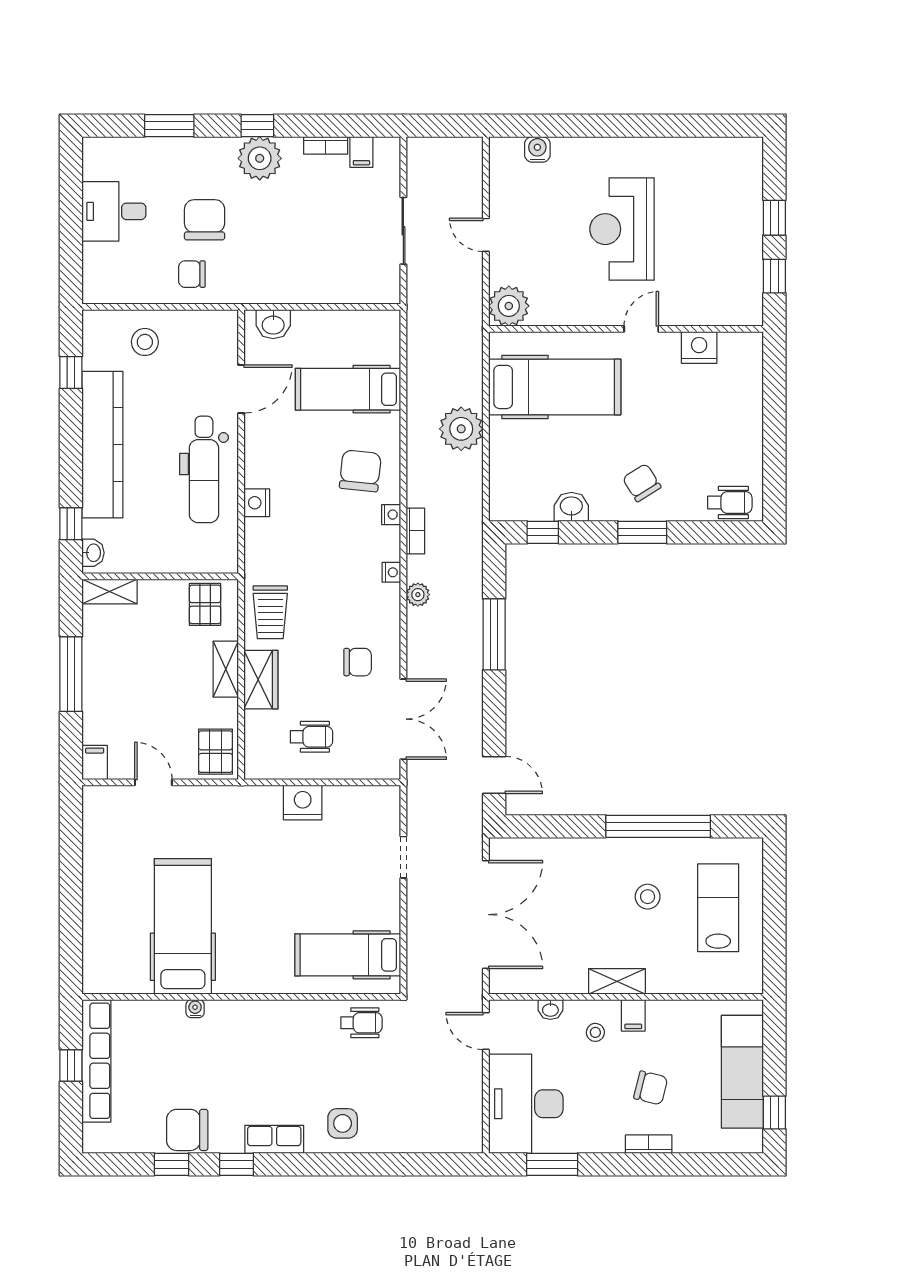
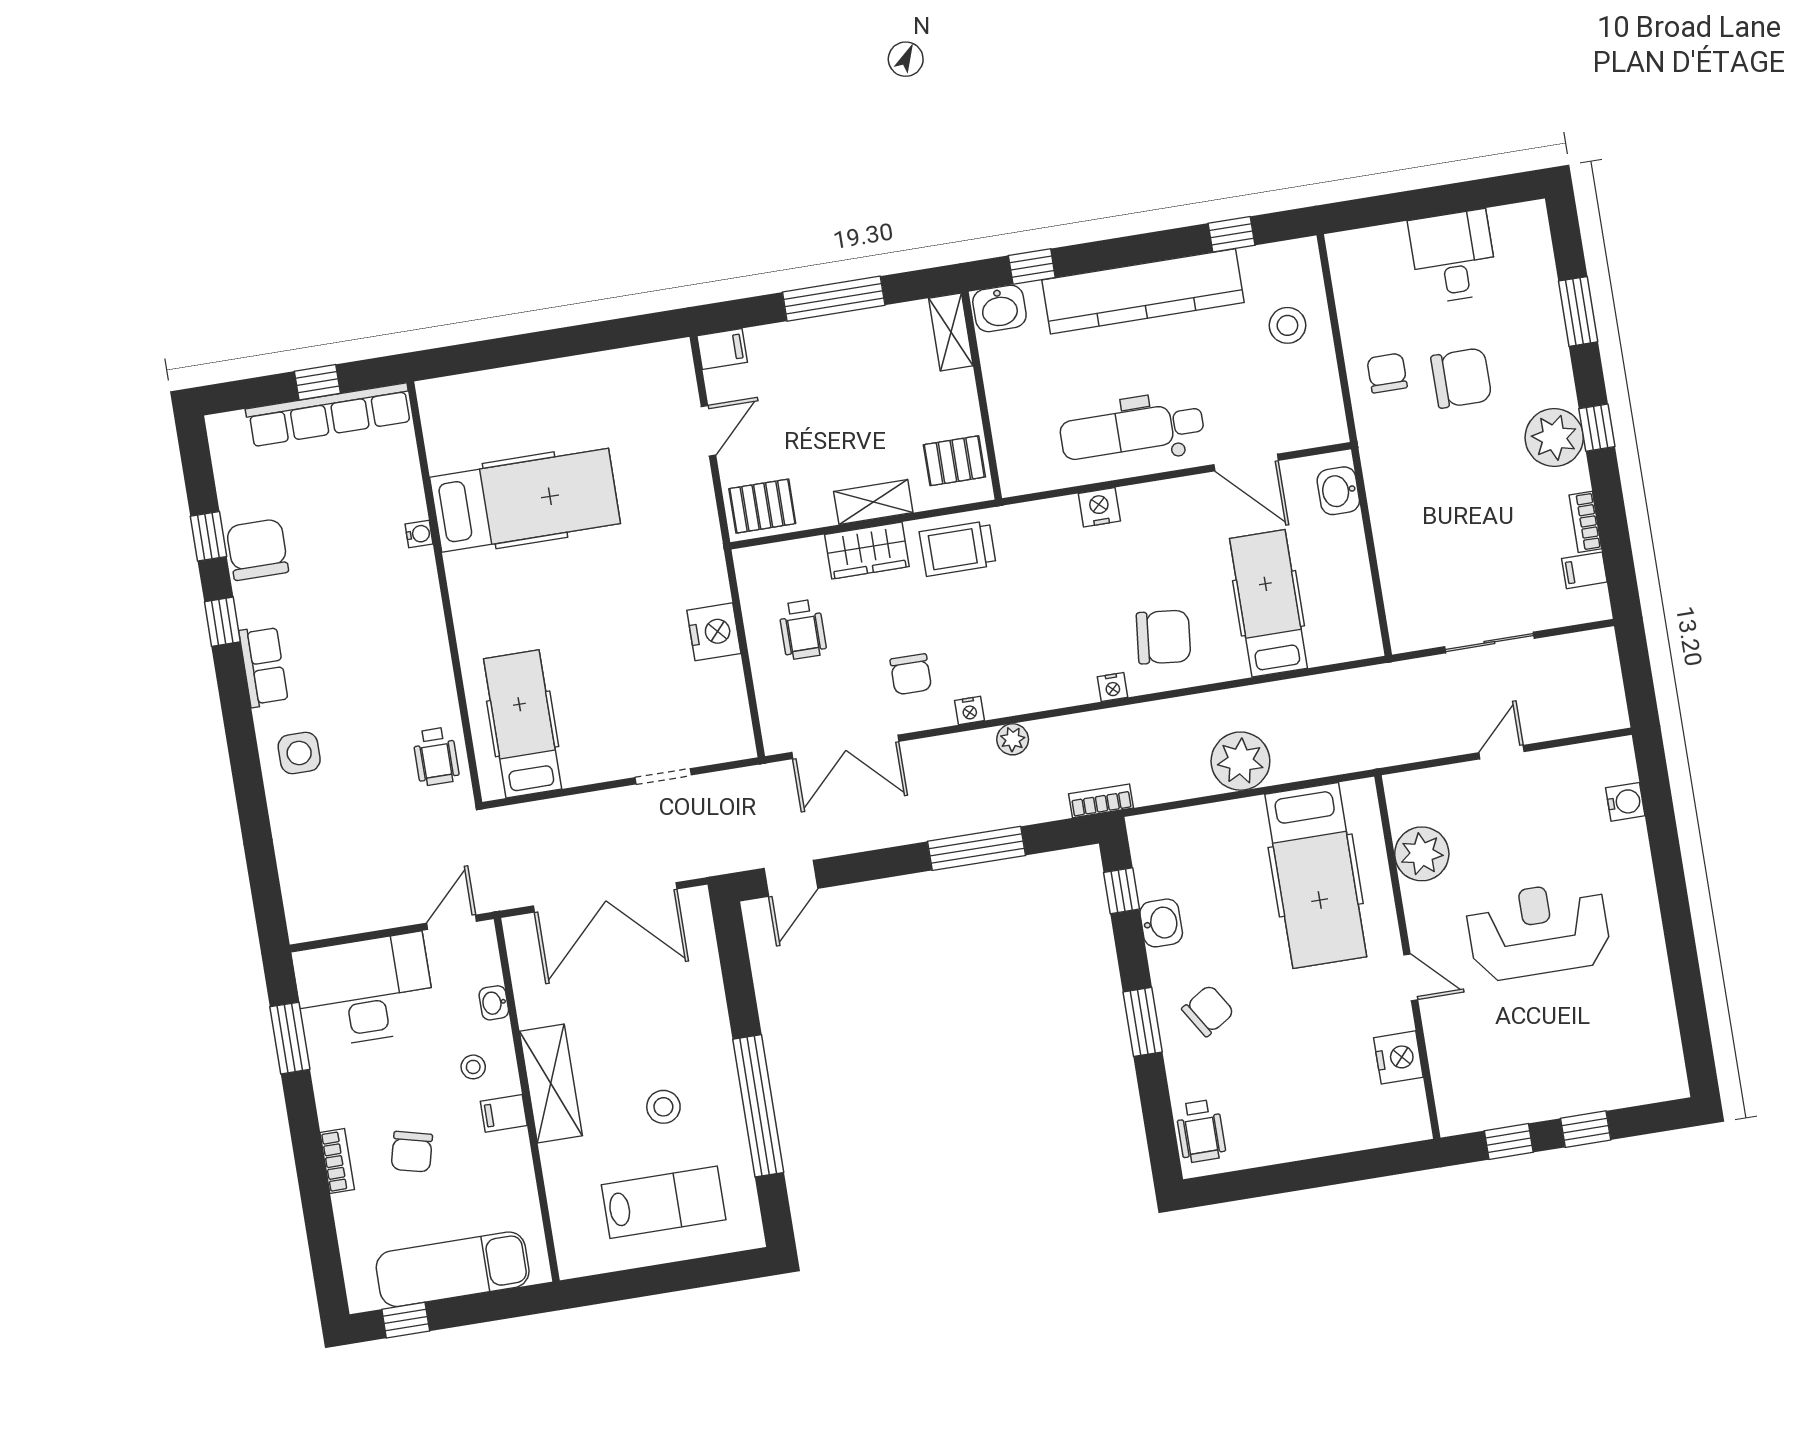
plant: (509, 306) -> (1422, 854), moved
bookcase: (415, 531) -> (1101, 801), moved, turned 180
washbasin: (93, 553) -> (999, 308), width x1.38, depth x1.45
nightstand: (391, 572) -> (970, 710), moved
shelving: (617, 981) -> (551, 1084), width x1.50, depth x1.33

